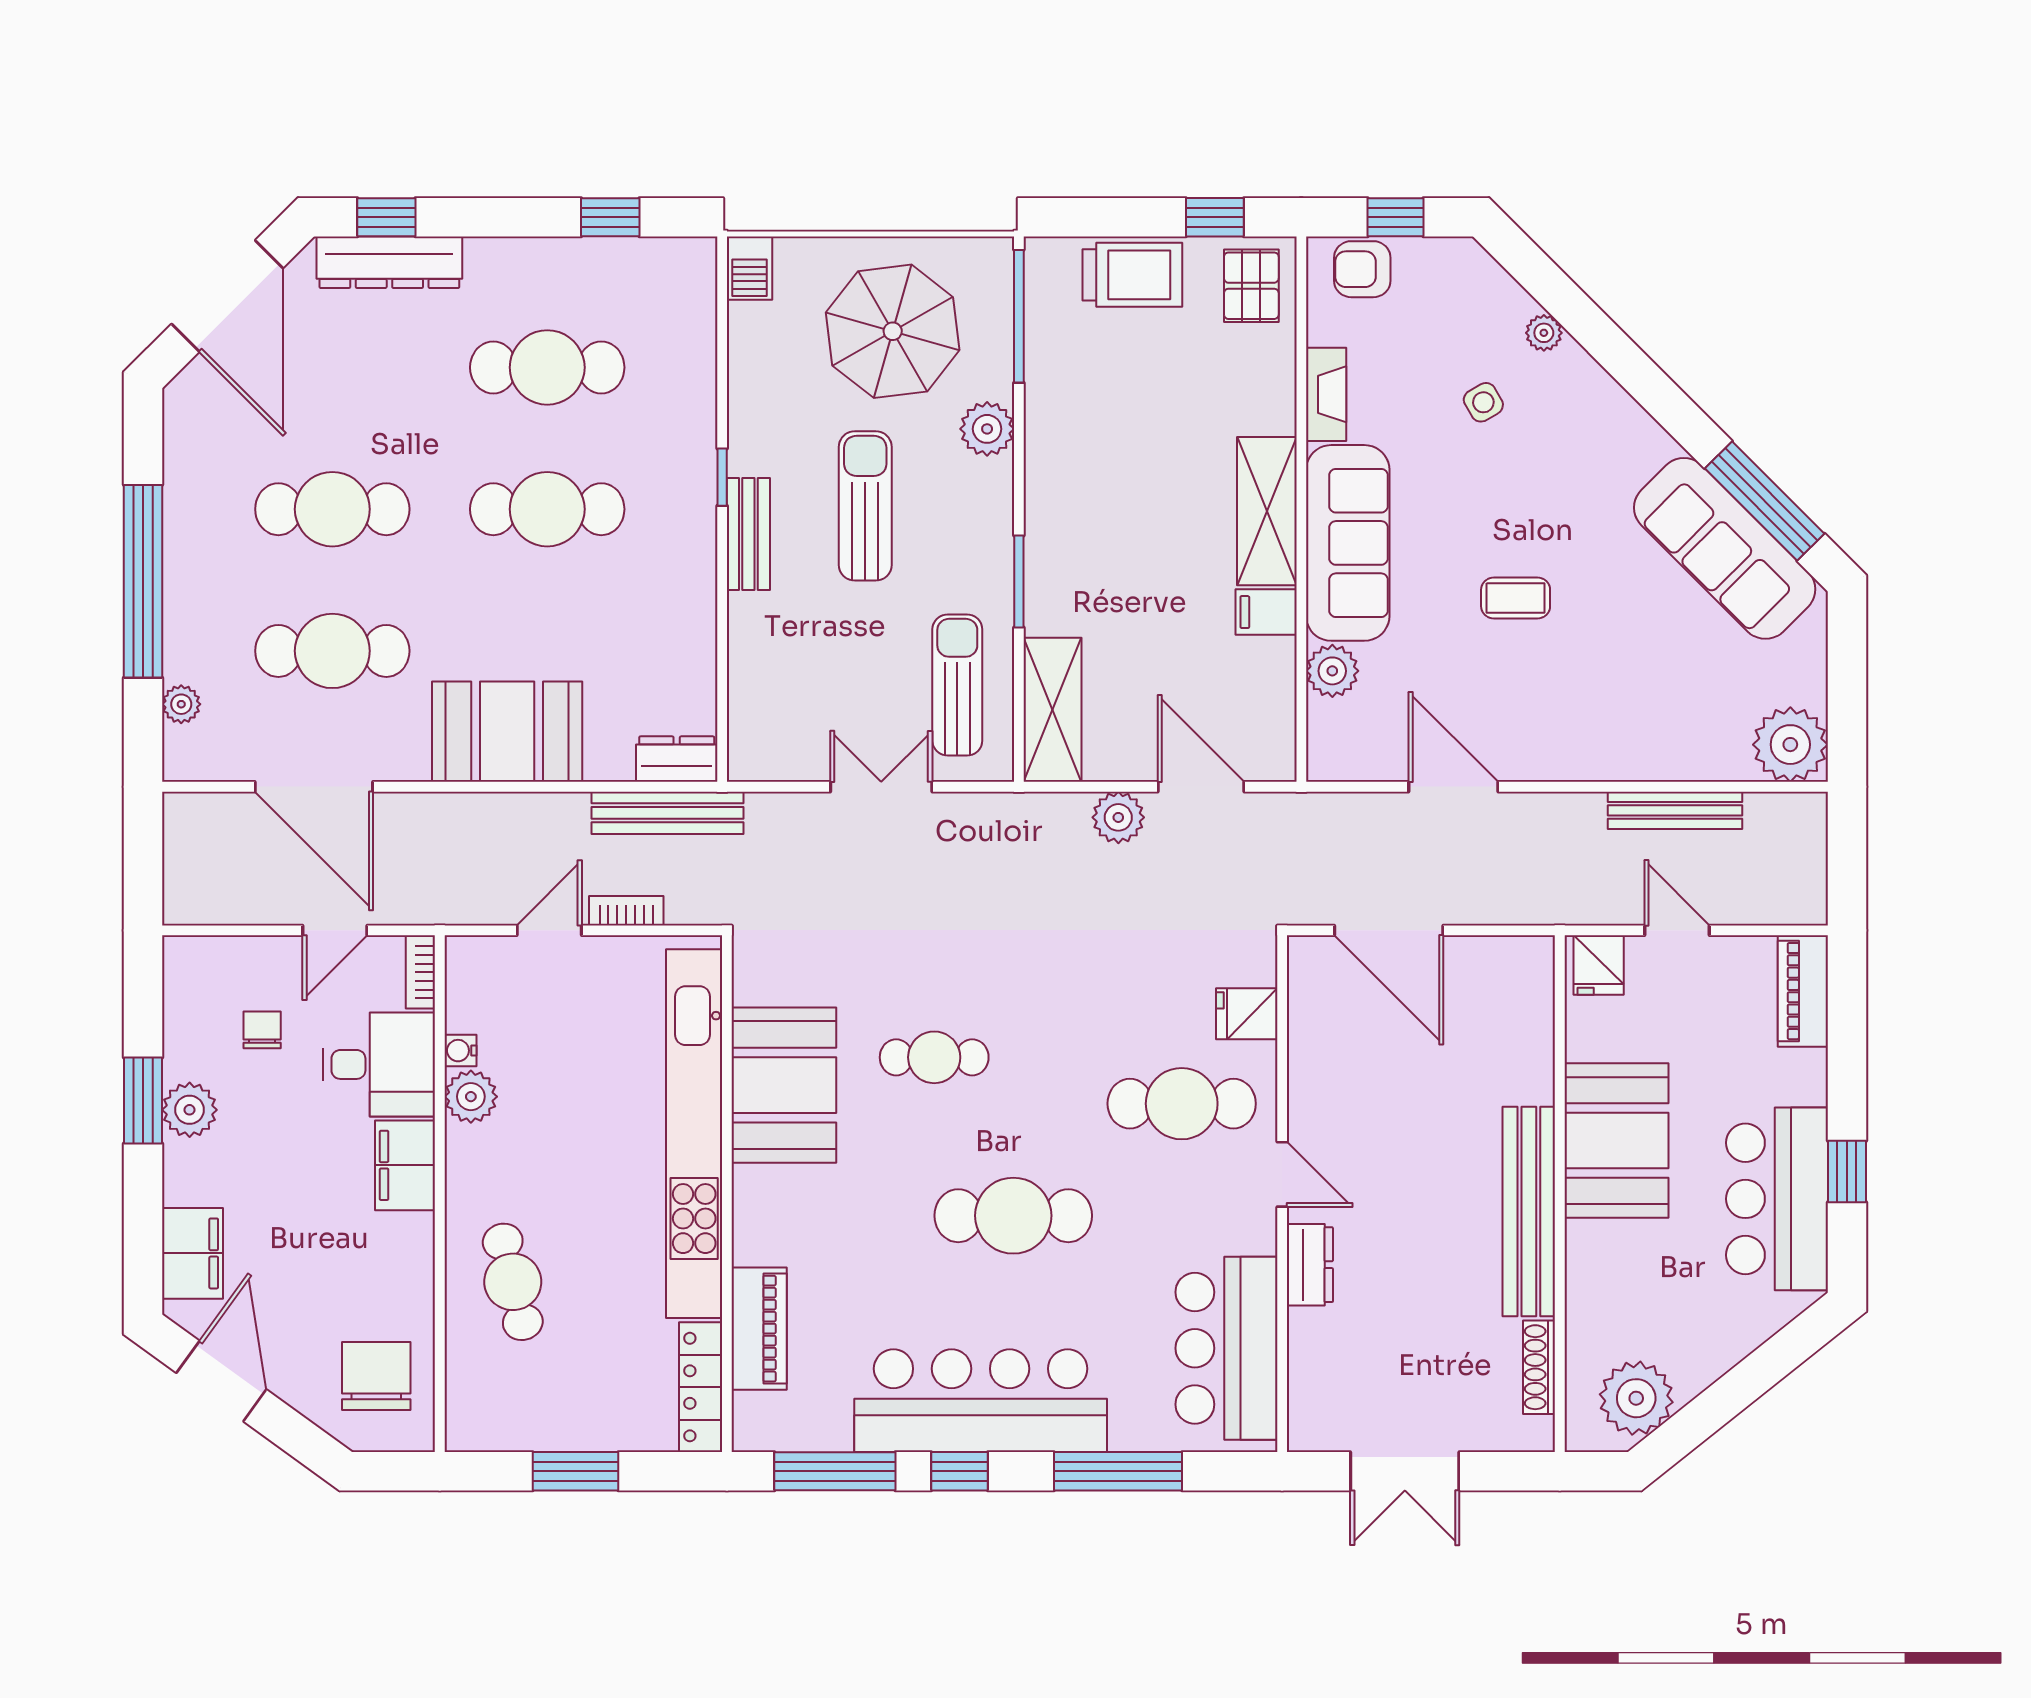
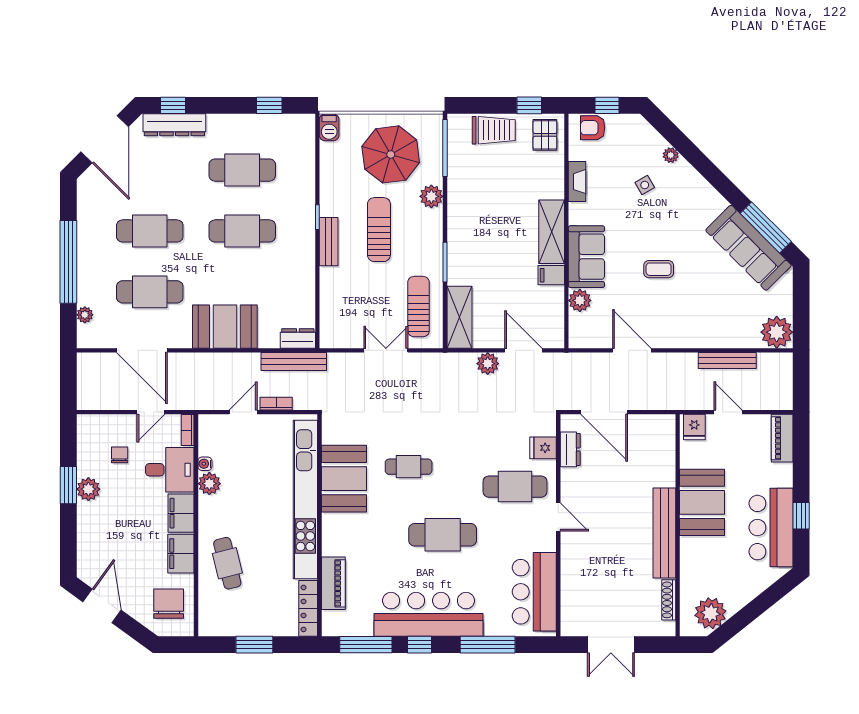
sofa: (1348, 543) -> (586, 257), width x0.73
filing cabinet: (192, 1253) -> (181, 554), moved, turned 180
dresser: (1310, 1265) -> (570, 449), moved

